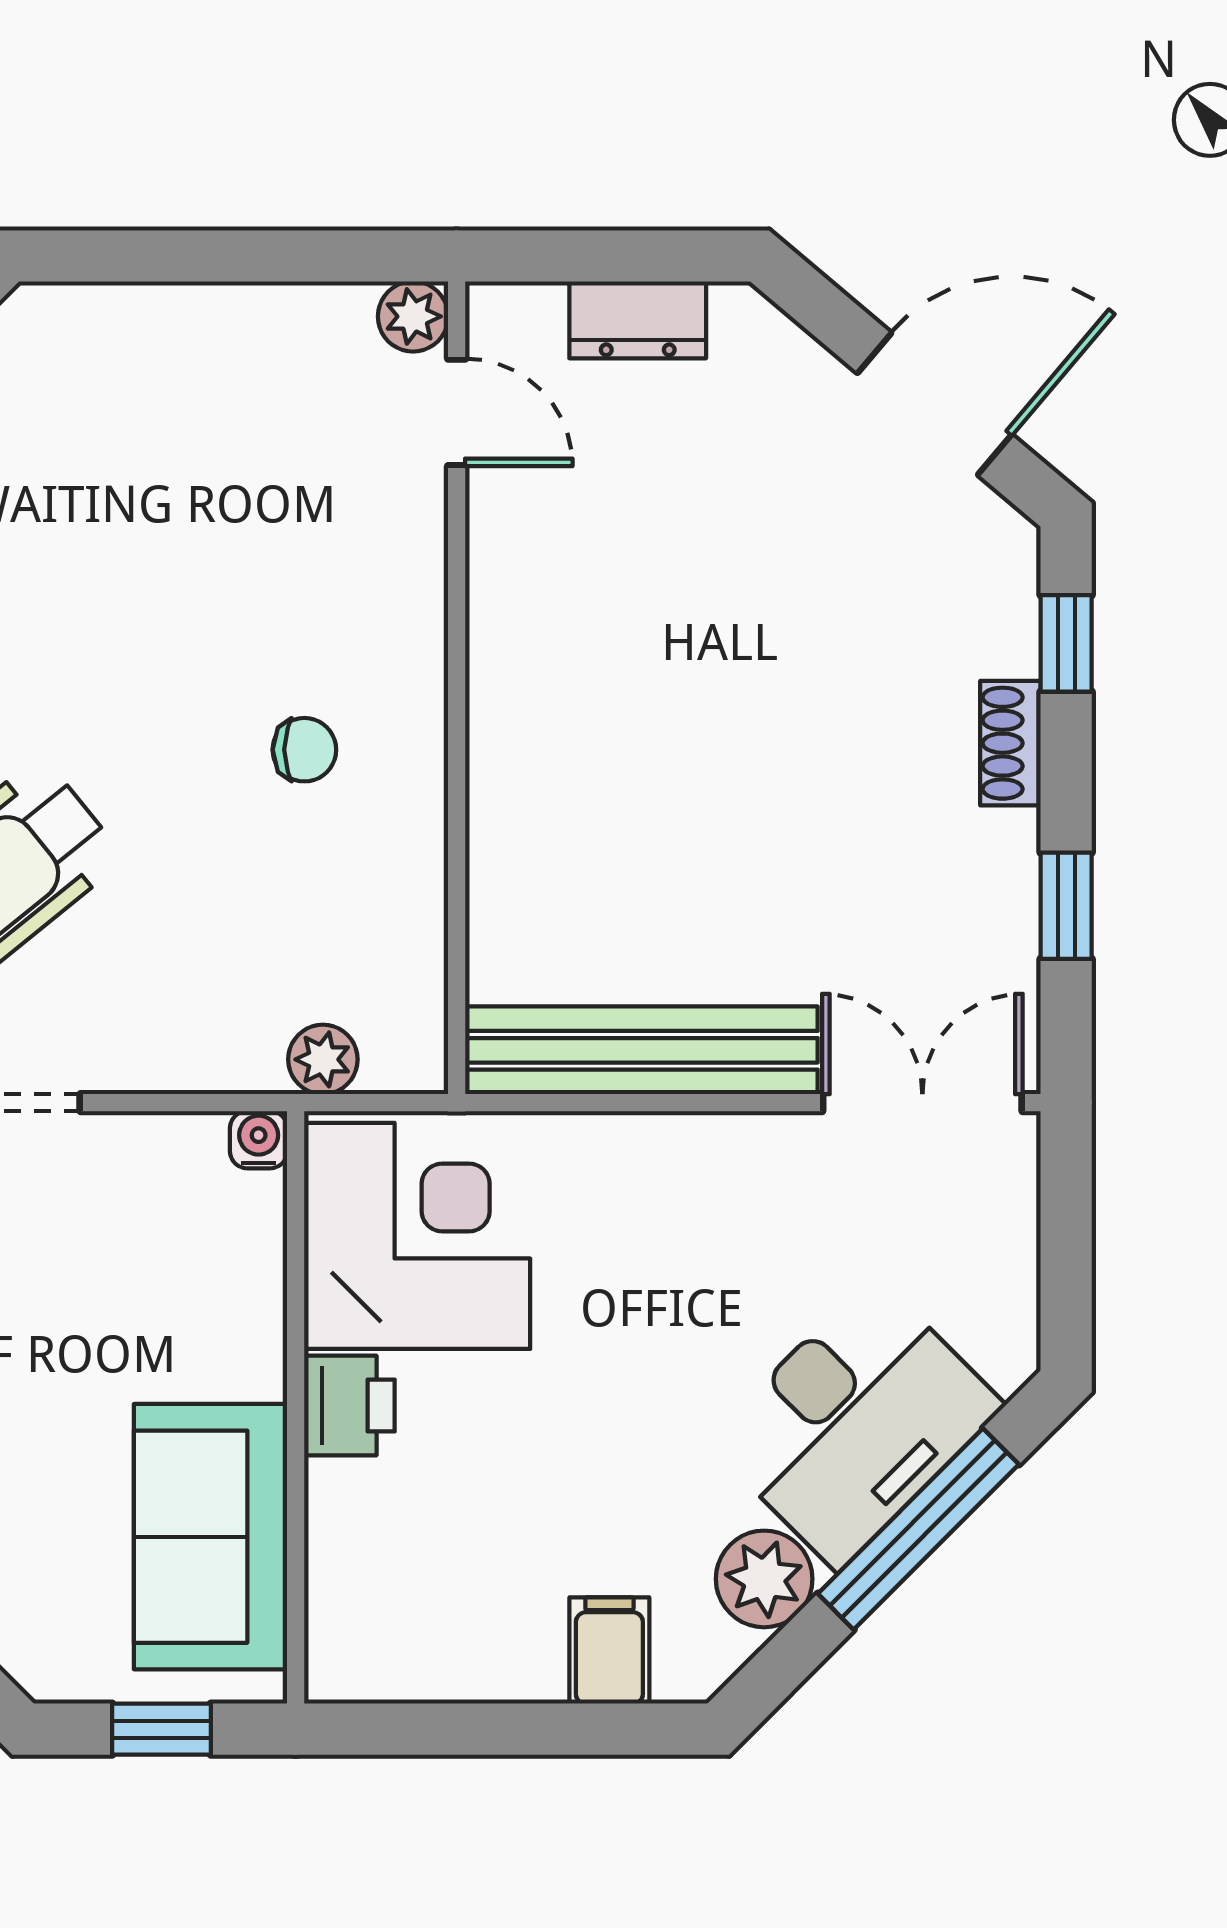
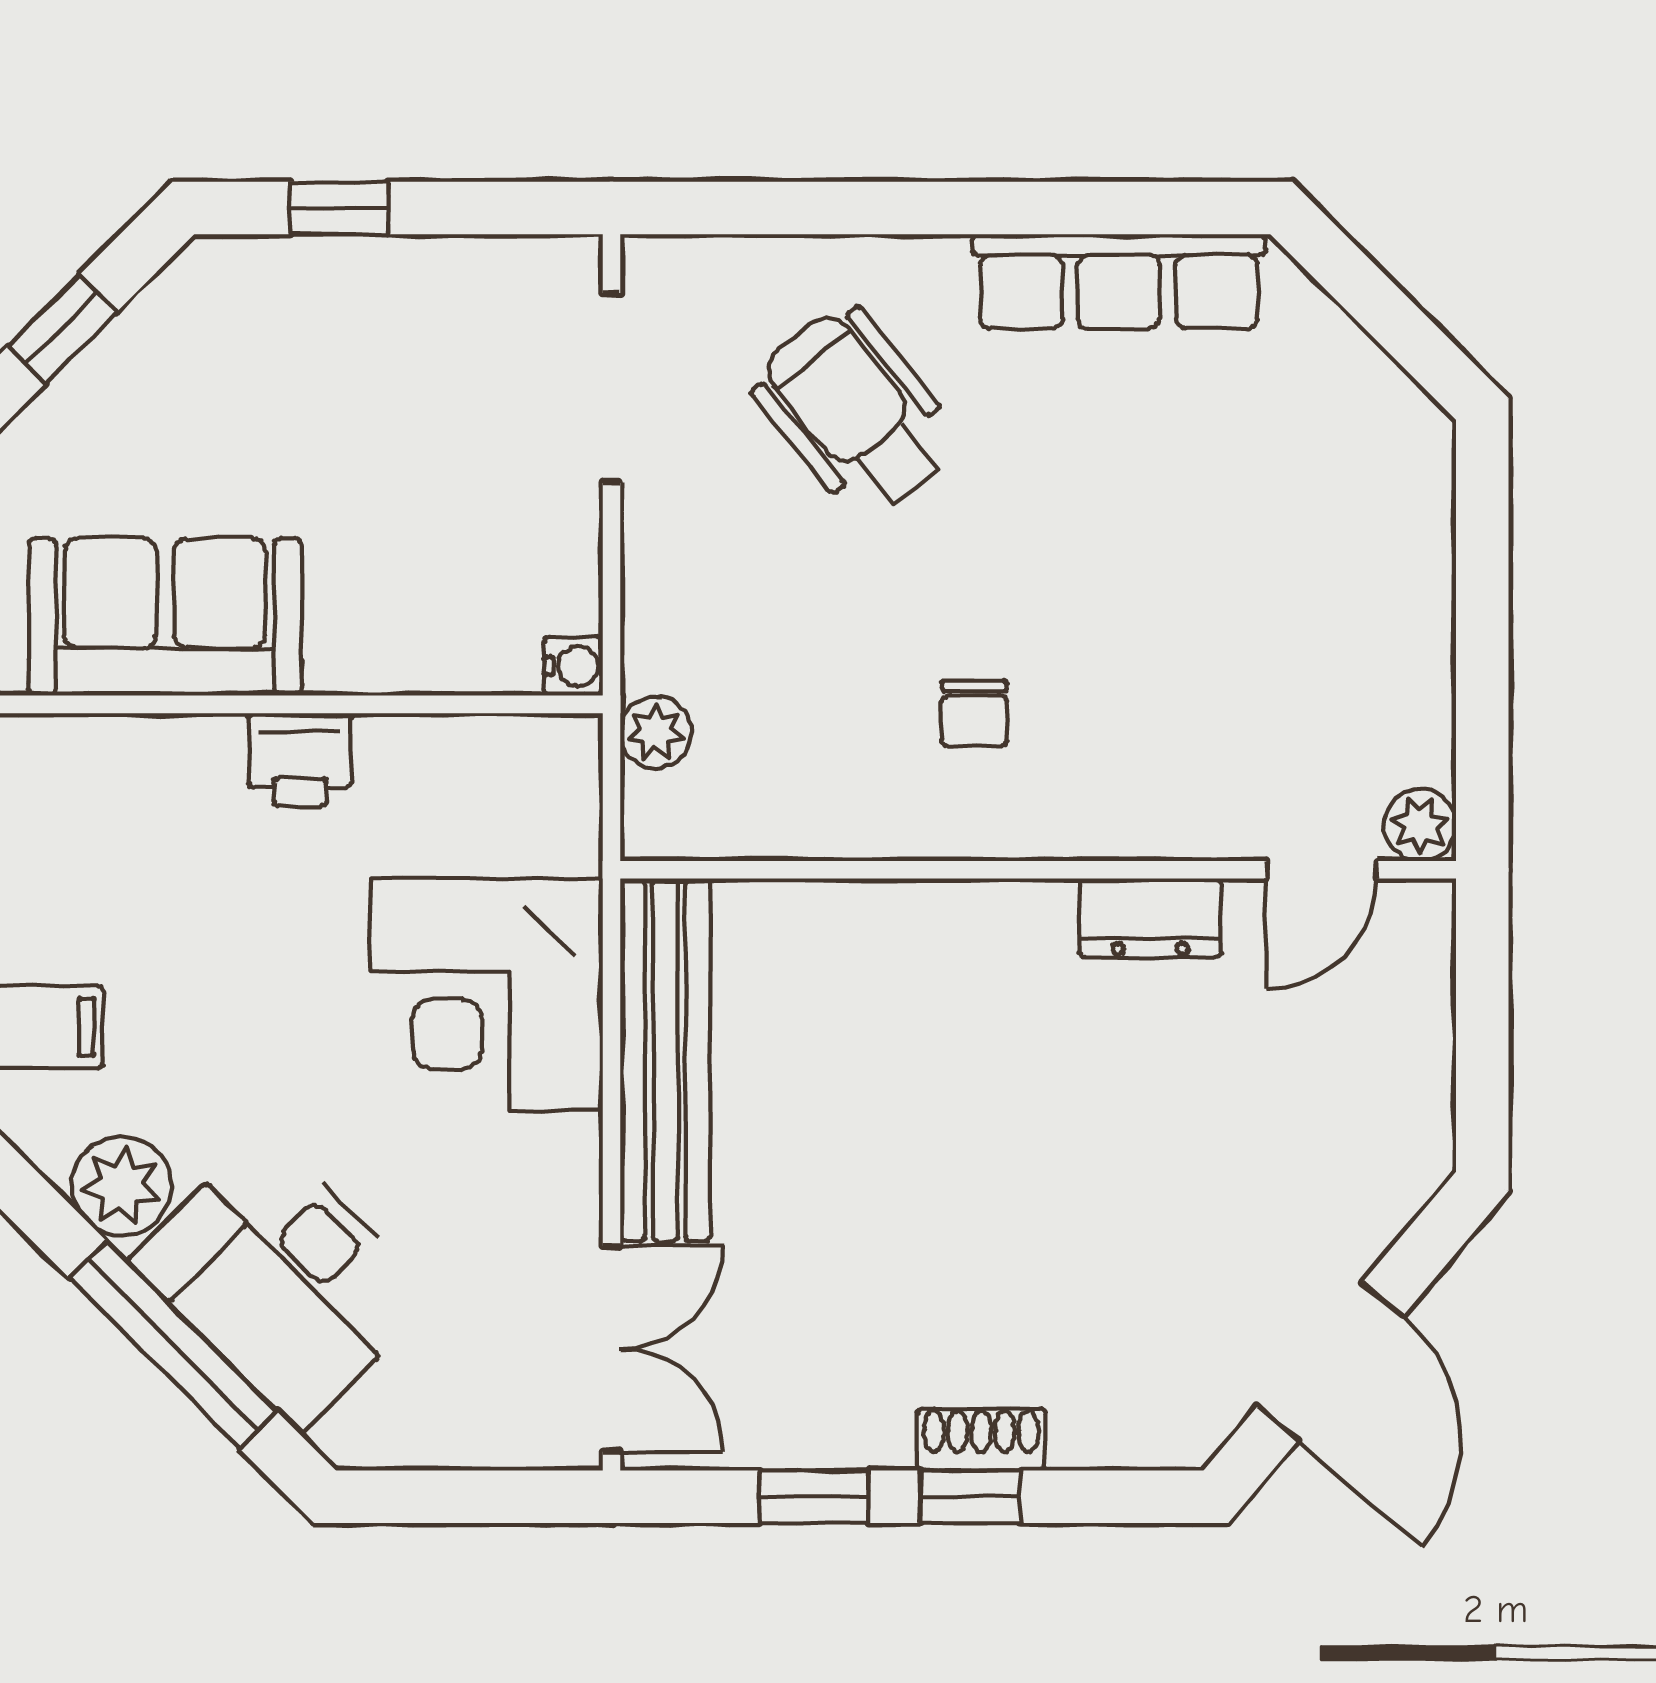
dresser: (638, 320) -> (1150, 918), moved, turned -90
window: (1066, 643) -> (970, 1497), moved
corner desk: (417, 1236) -> (487, 995), moved, turned 90

